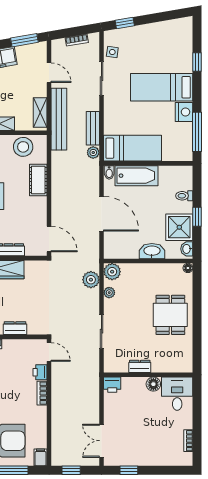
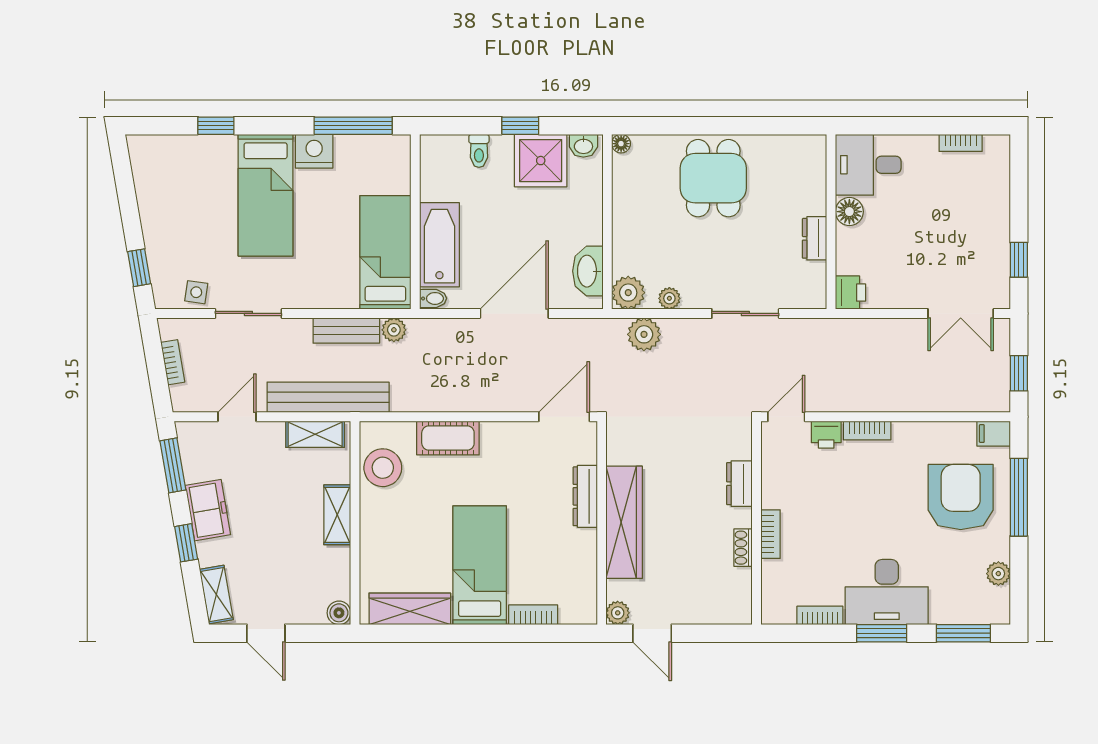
washbasin: (152, 251) -> (588, 271), moved
dining table: (170, 315) -> (713, 178), turned 90

